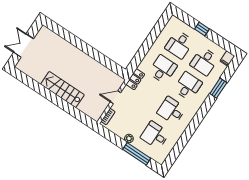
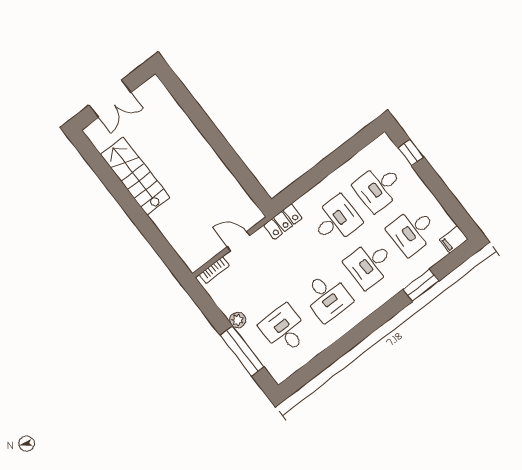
window: (202, 29) -> (411, 153), moved
double door: (24, 46) -> (110, 99), swing flipped
desk: (188, 86) -> (370, 264), turned 180
stairs: (62, 90) -> (135, 176), moved
desk: (171, 111) -> (327, 297), turned 180

